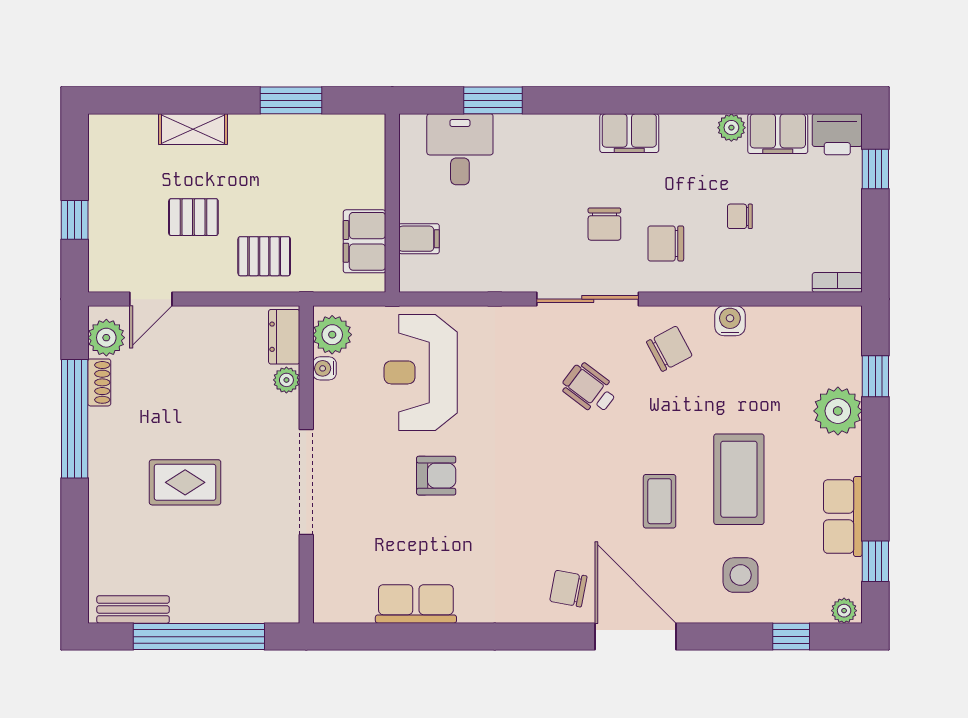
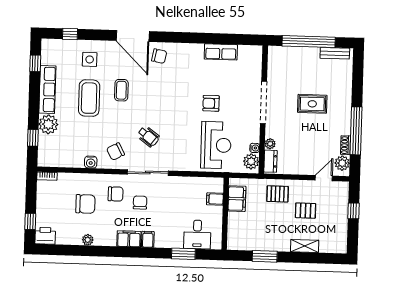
filing cabinet: (778, 134) -> (148, 239), moved, width x0.50
chair: (740, 216) -> (85, 204), width x1.87, depth x1.87
row of seats: (843, 517) -> (47, 89), width x1.48
plant: (844, 611) -> (48, 44), removed

